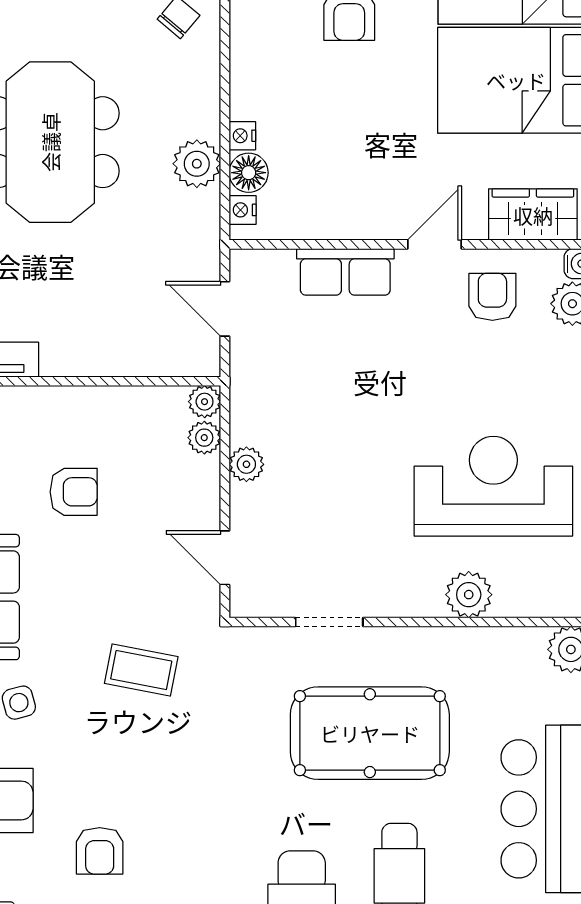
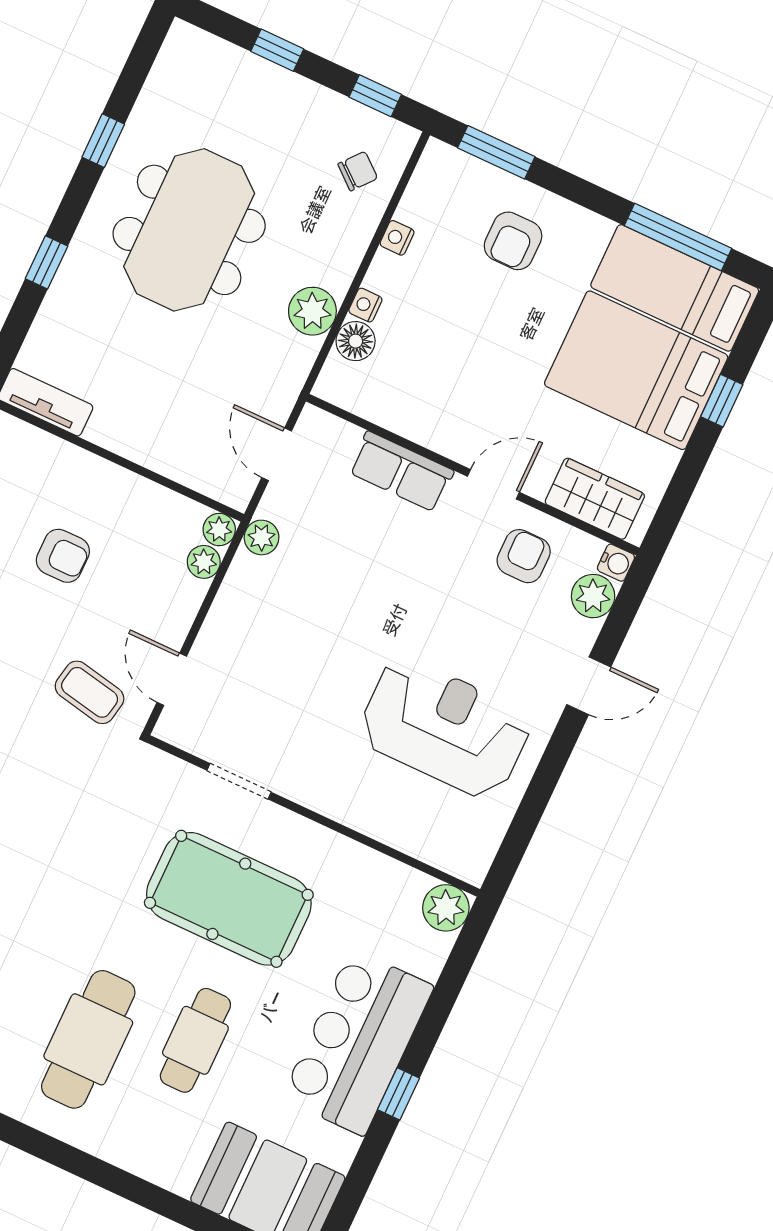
nightstand: (243, 210) -> (397, 238), moved
plant: (246, 464) -> (262, 537), moved
plant: (469, 595) -> (377, 815), removed
coffee table: (141, 670) -> (90, 692), moved

